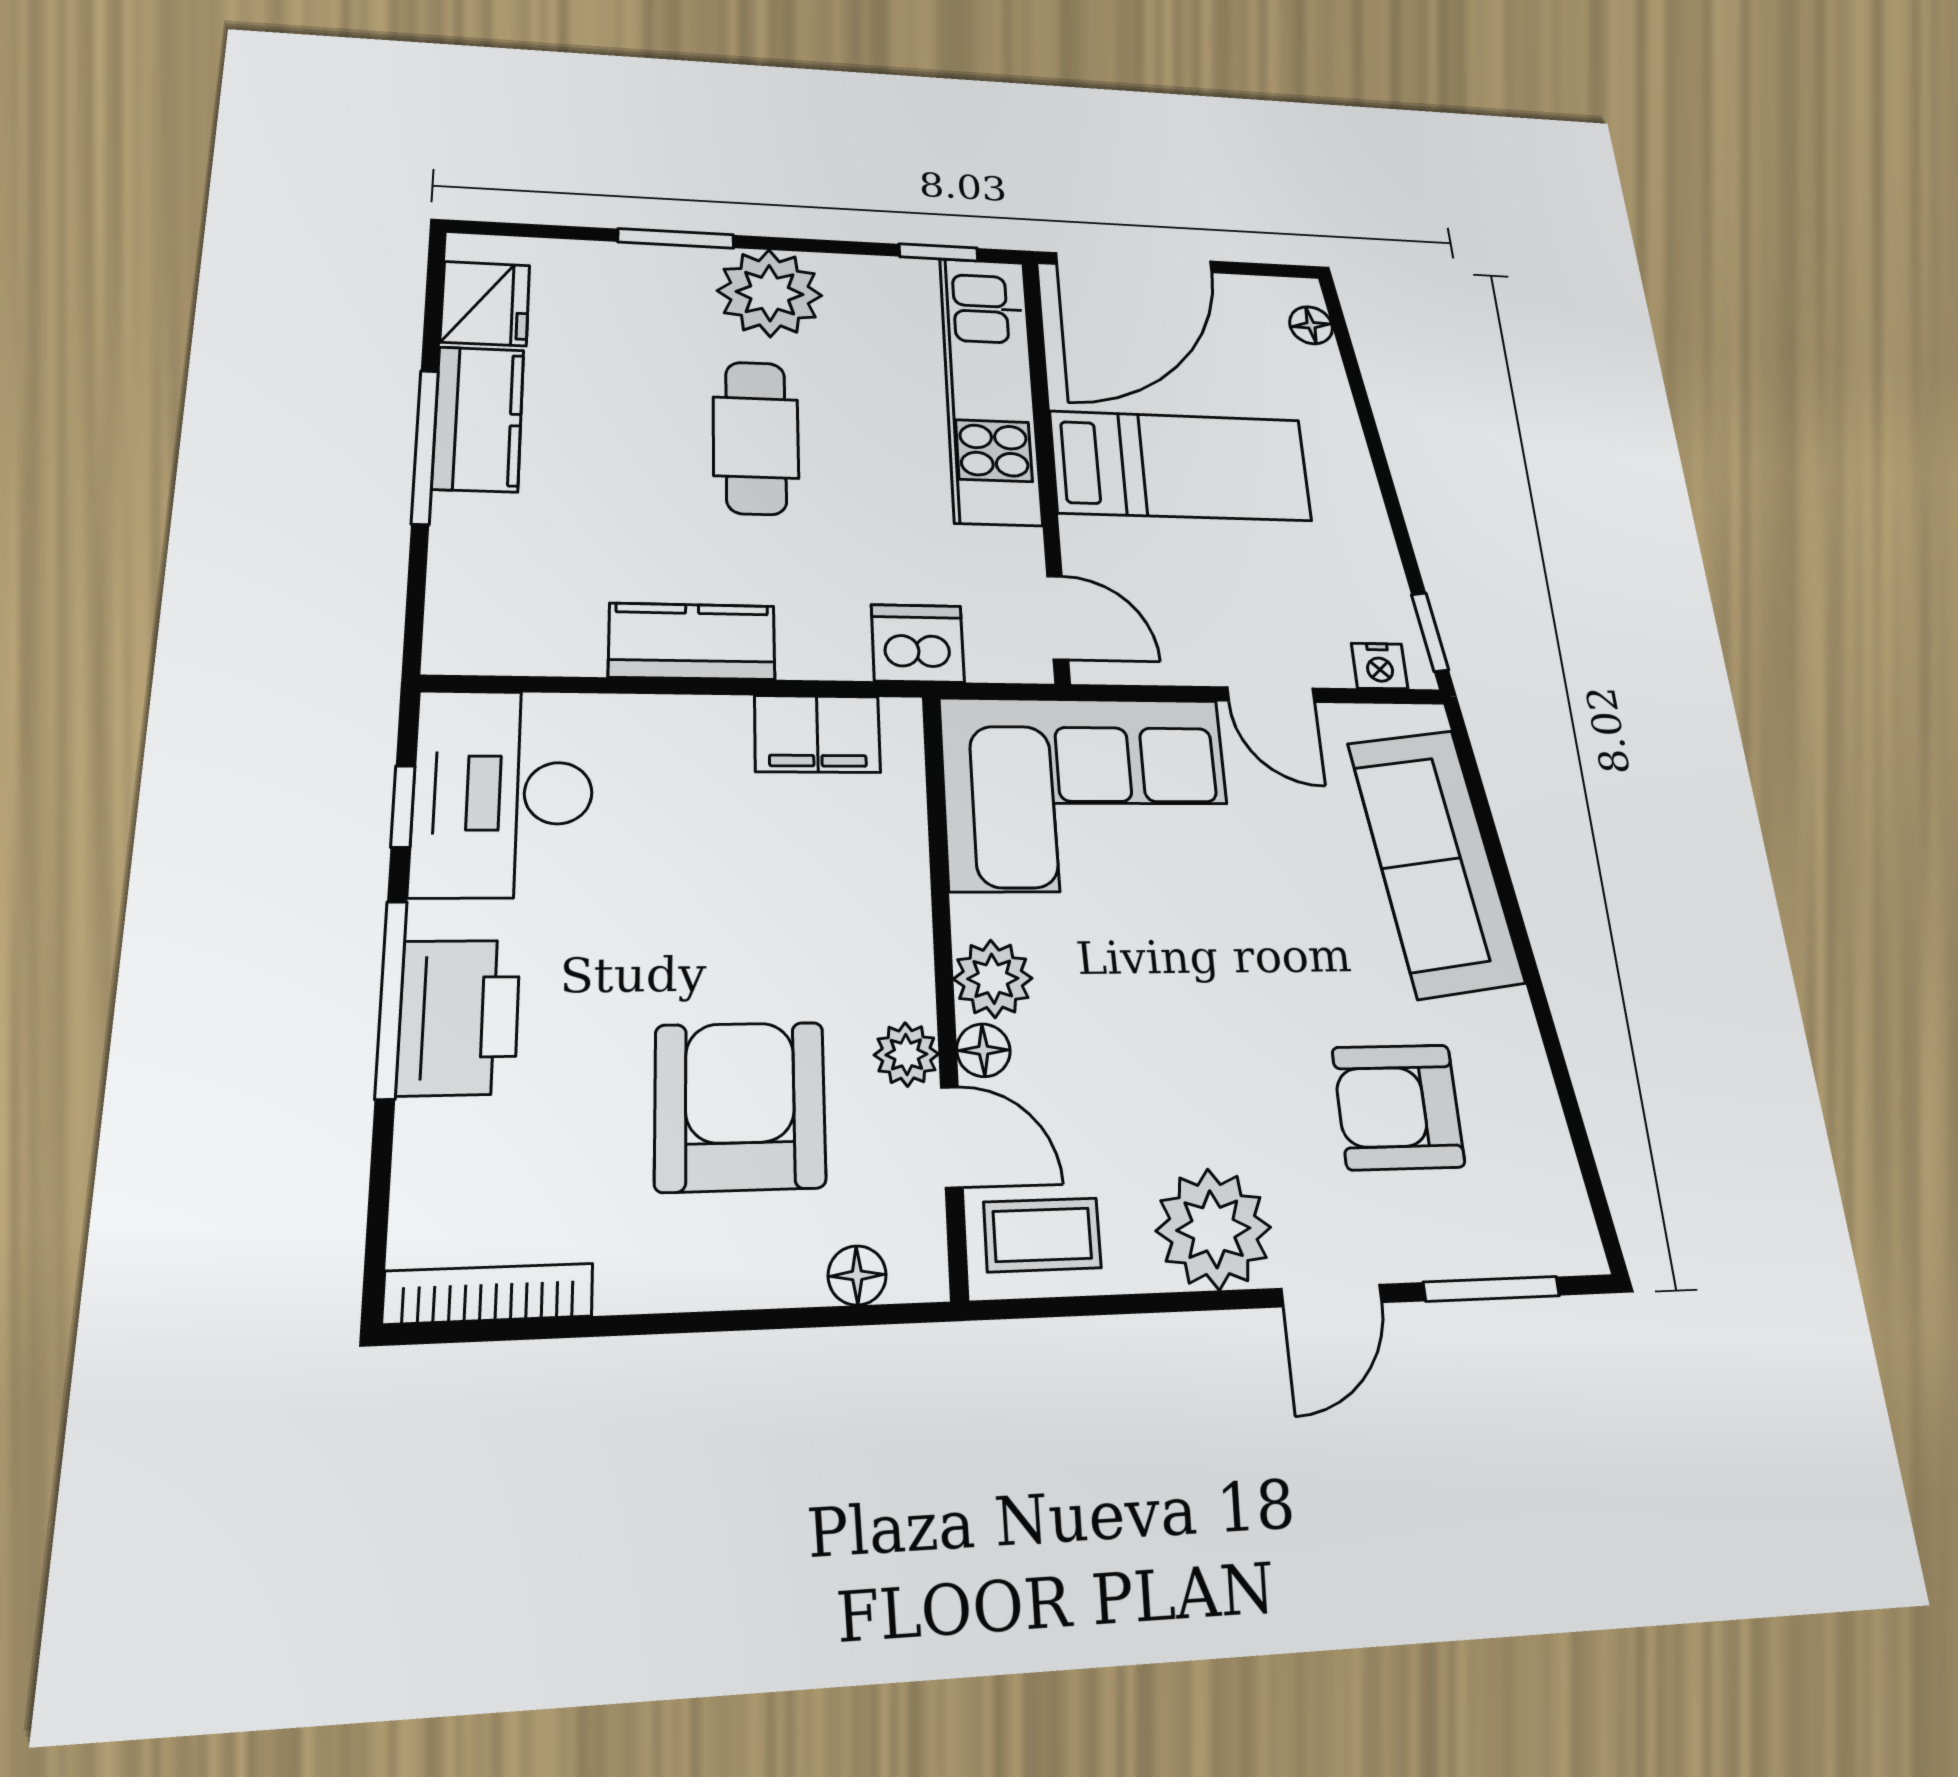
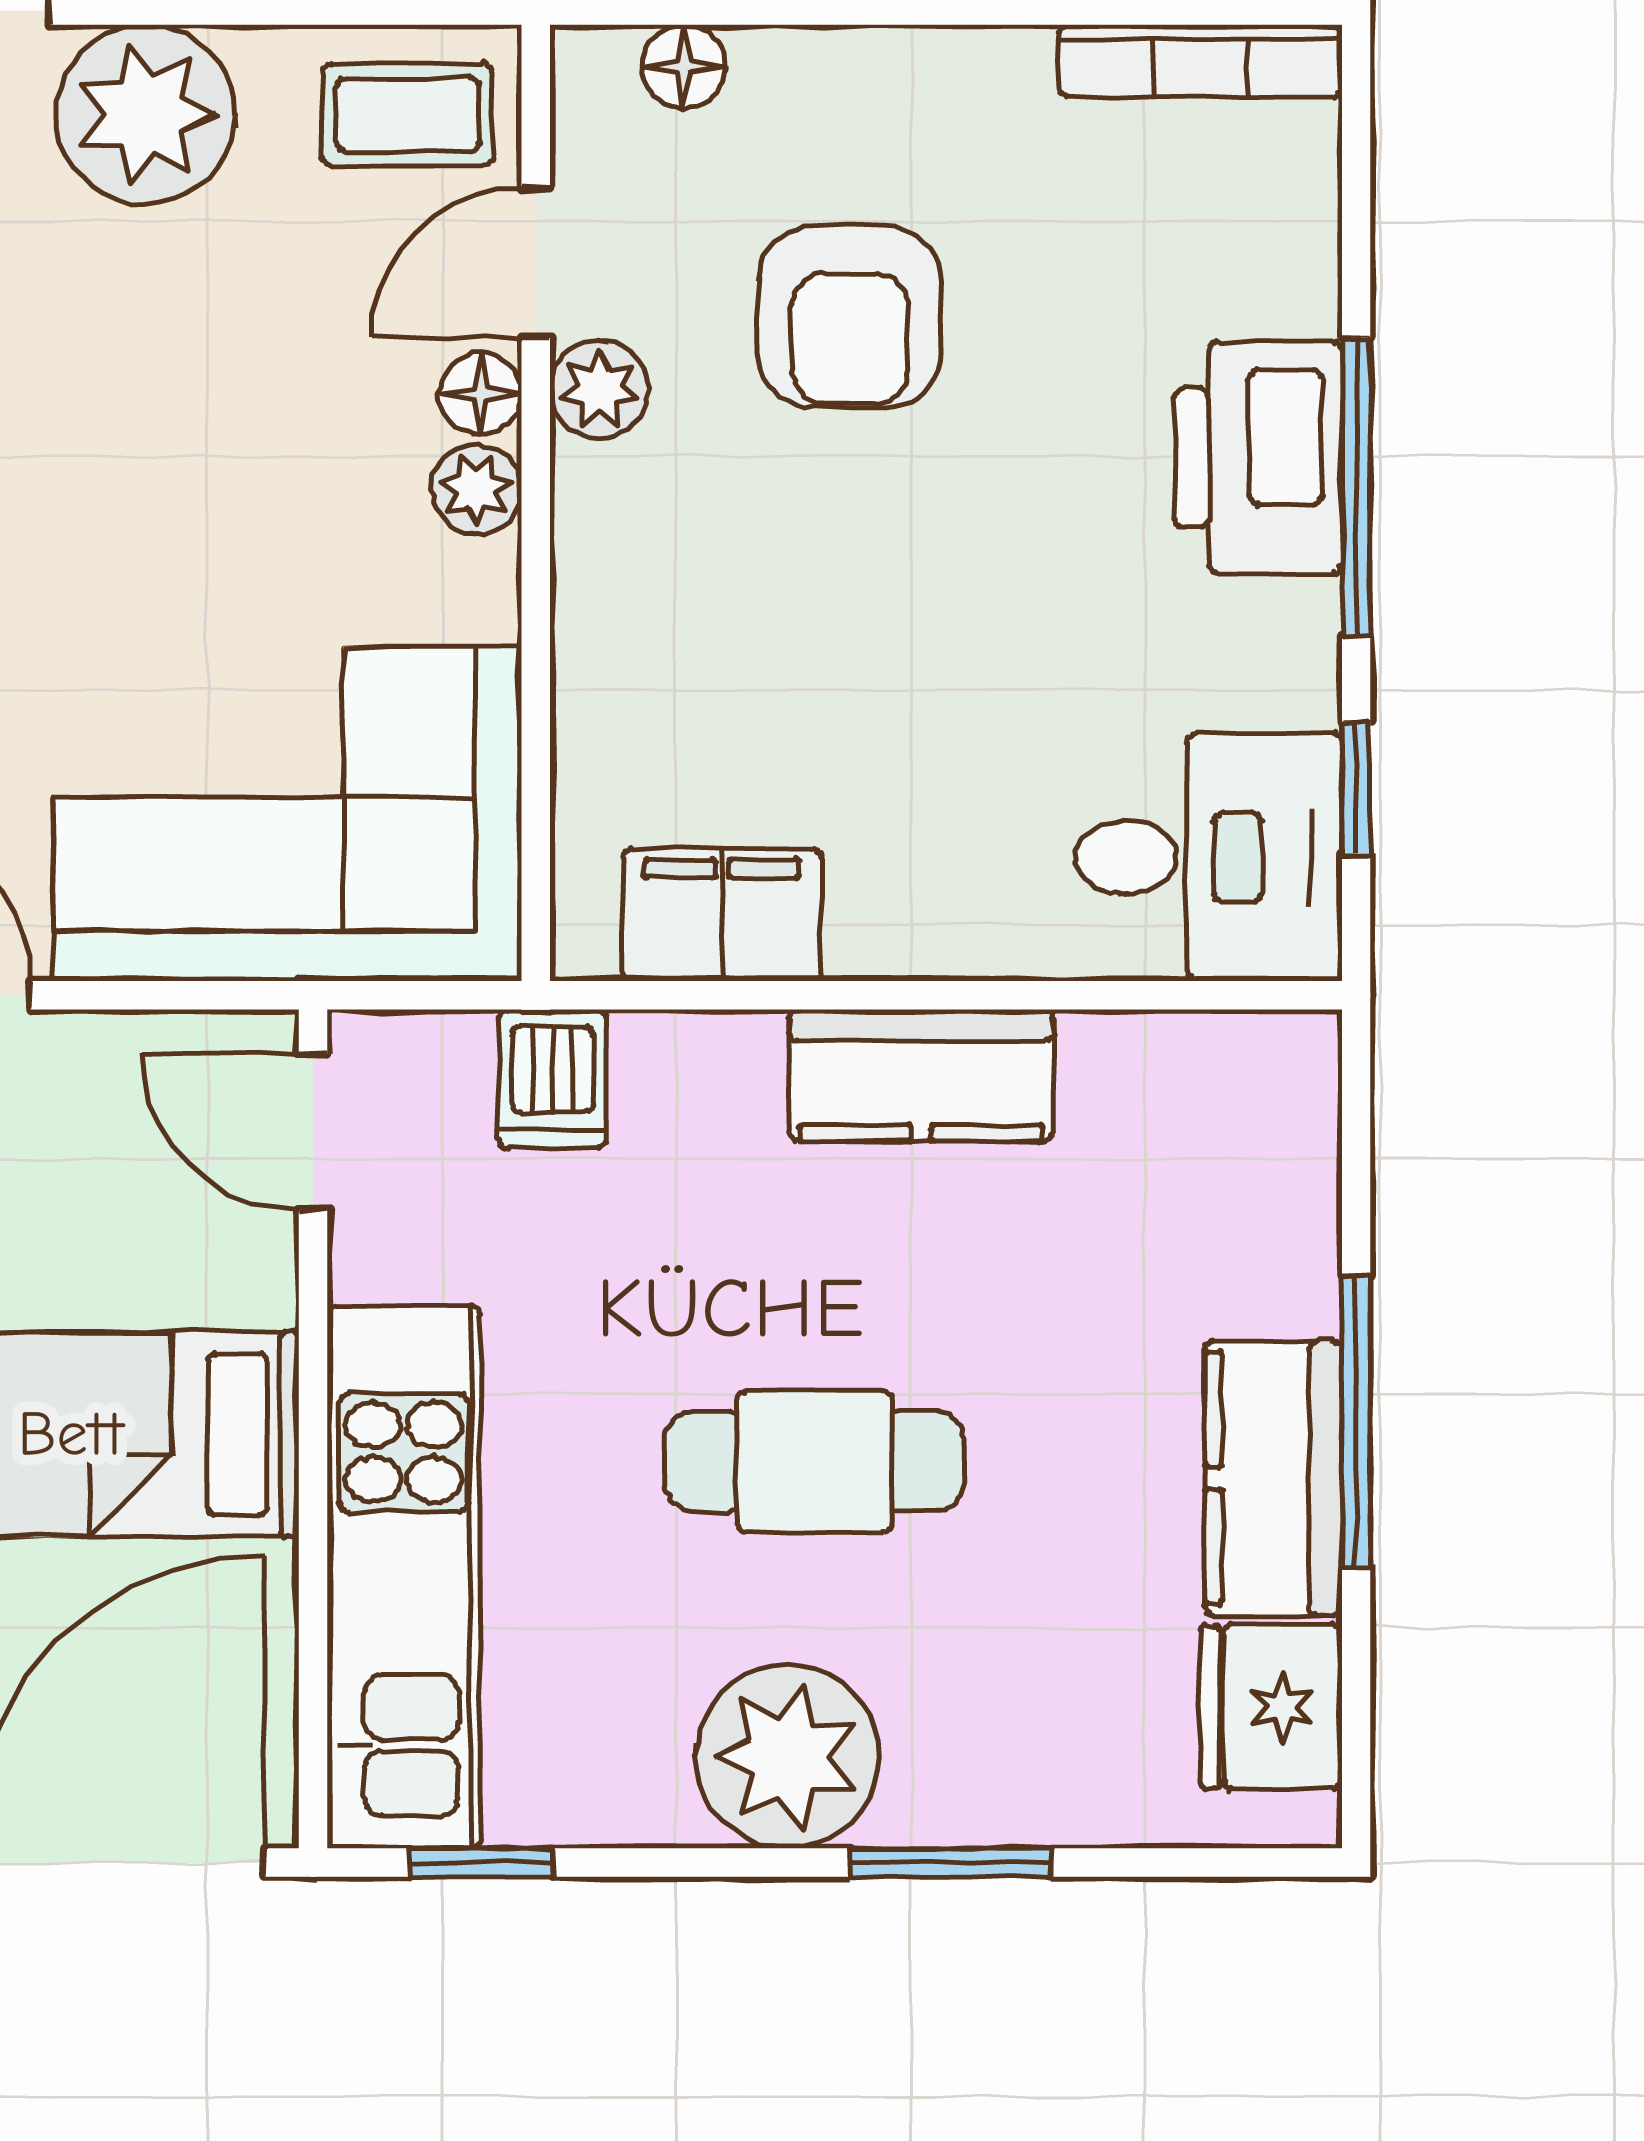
cafe table: (756, 438) -> (814, 1461), turned 90
dishwasher: (918, 643) -> (553, 1079), width x0.73
desk: (503, 793) -> (1208, 857), width x0.73
plant: (993, 979) -> (476, 489), width x0.73, depth x0.73
armchair: (740, 1106) -> (850, 317), width x0.73, depth x0.73
door: (952, 1137) -> (536, 263), hinge flipped

